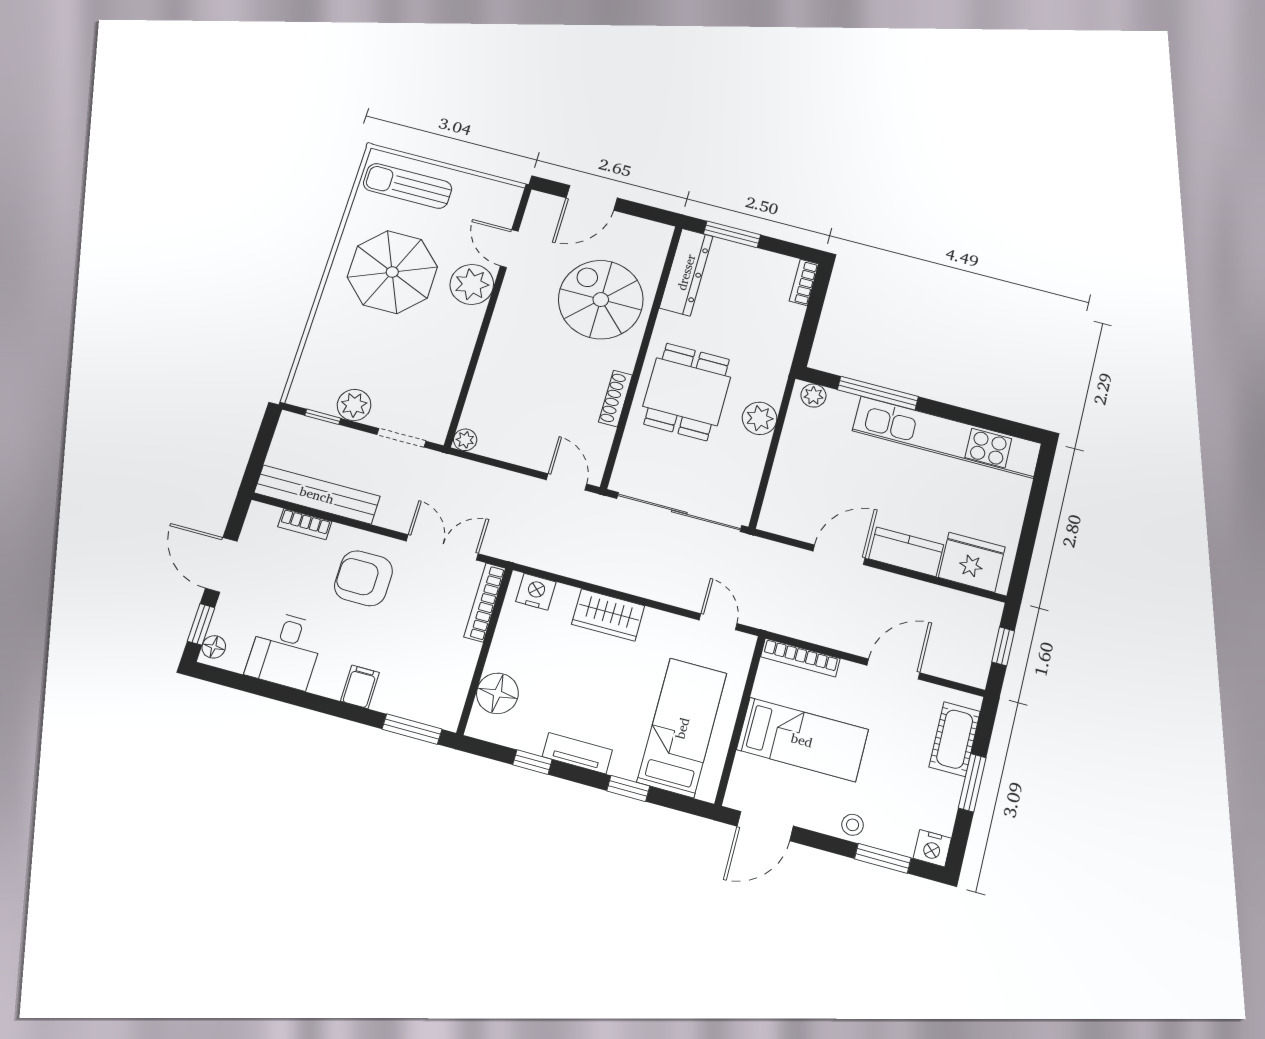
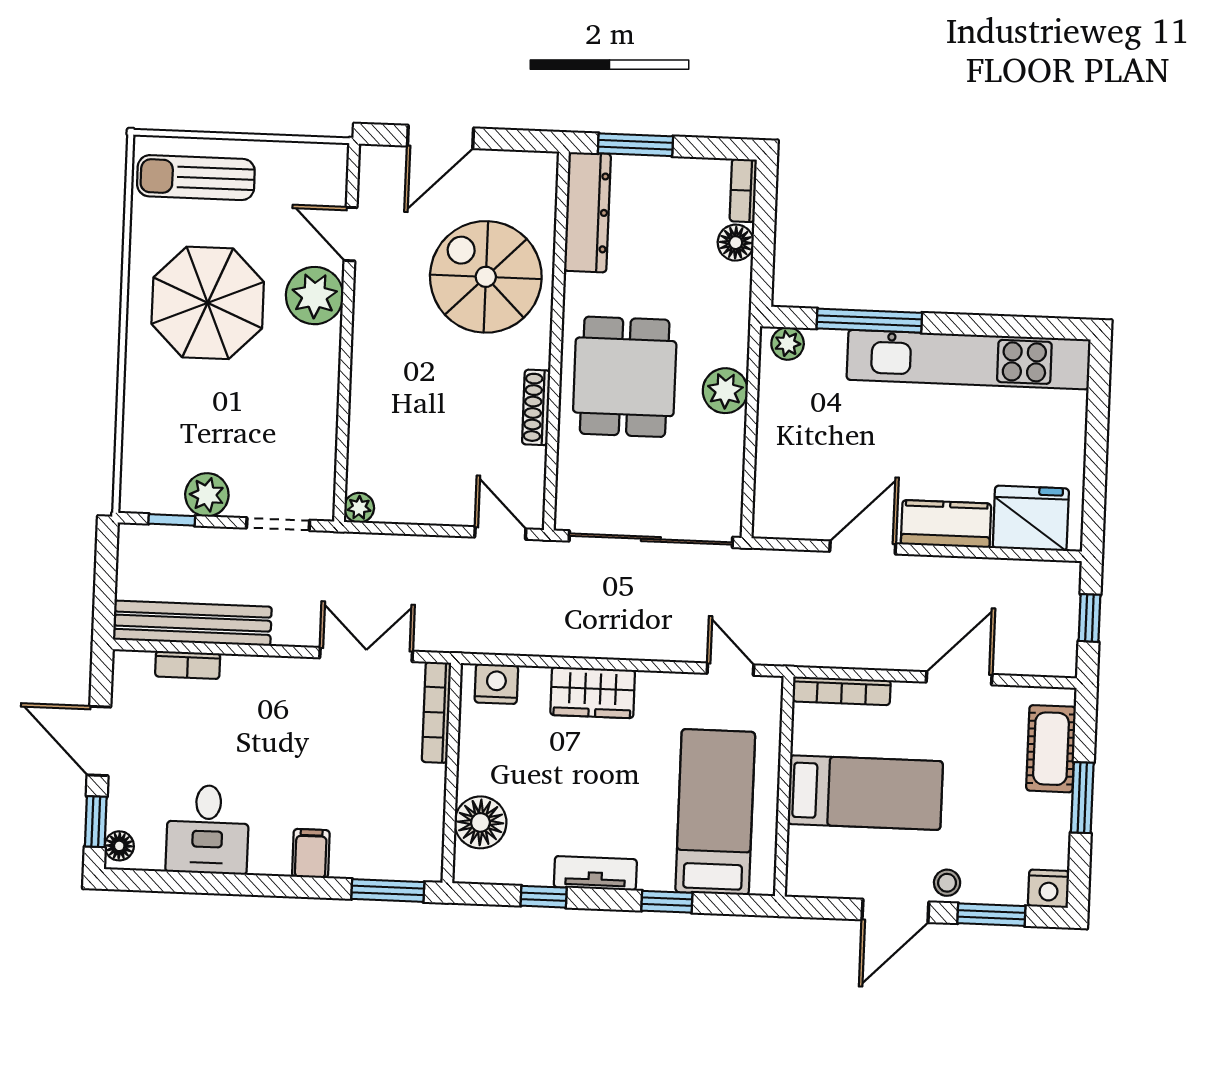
floor lamp: (790, 317) -> (736, 243), added
armchair: (363, 578) -> (279, 717), removed
door: (765, 826) -> (895, 911), moved

